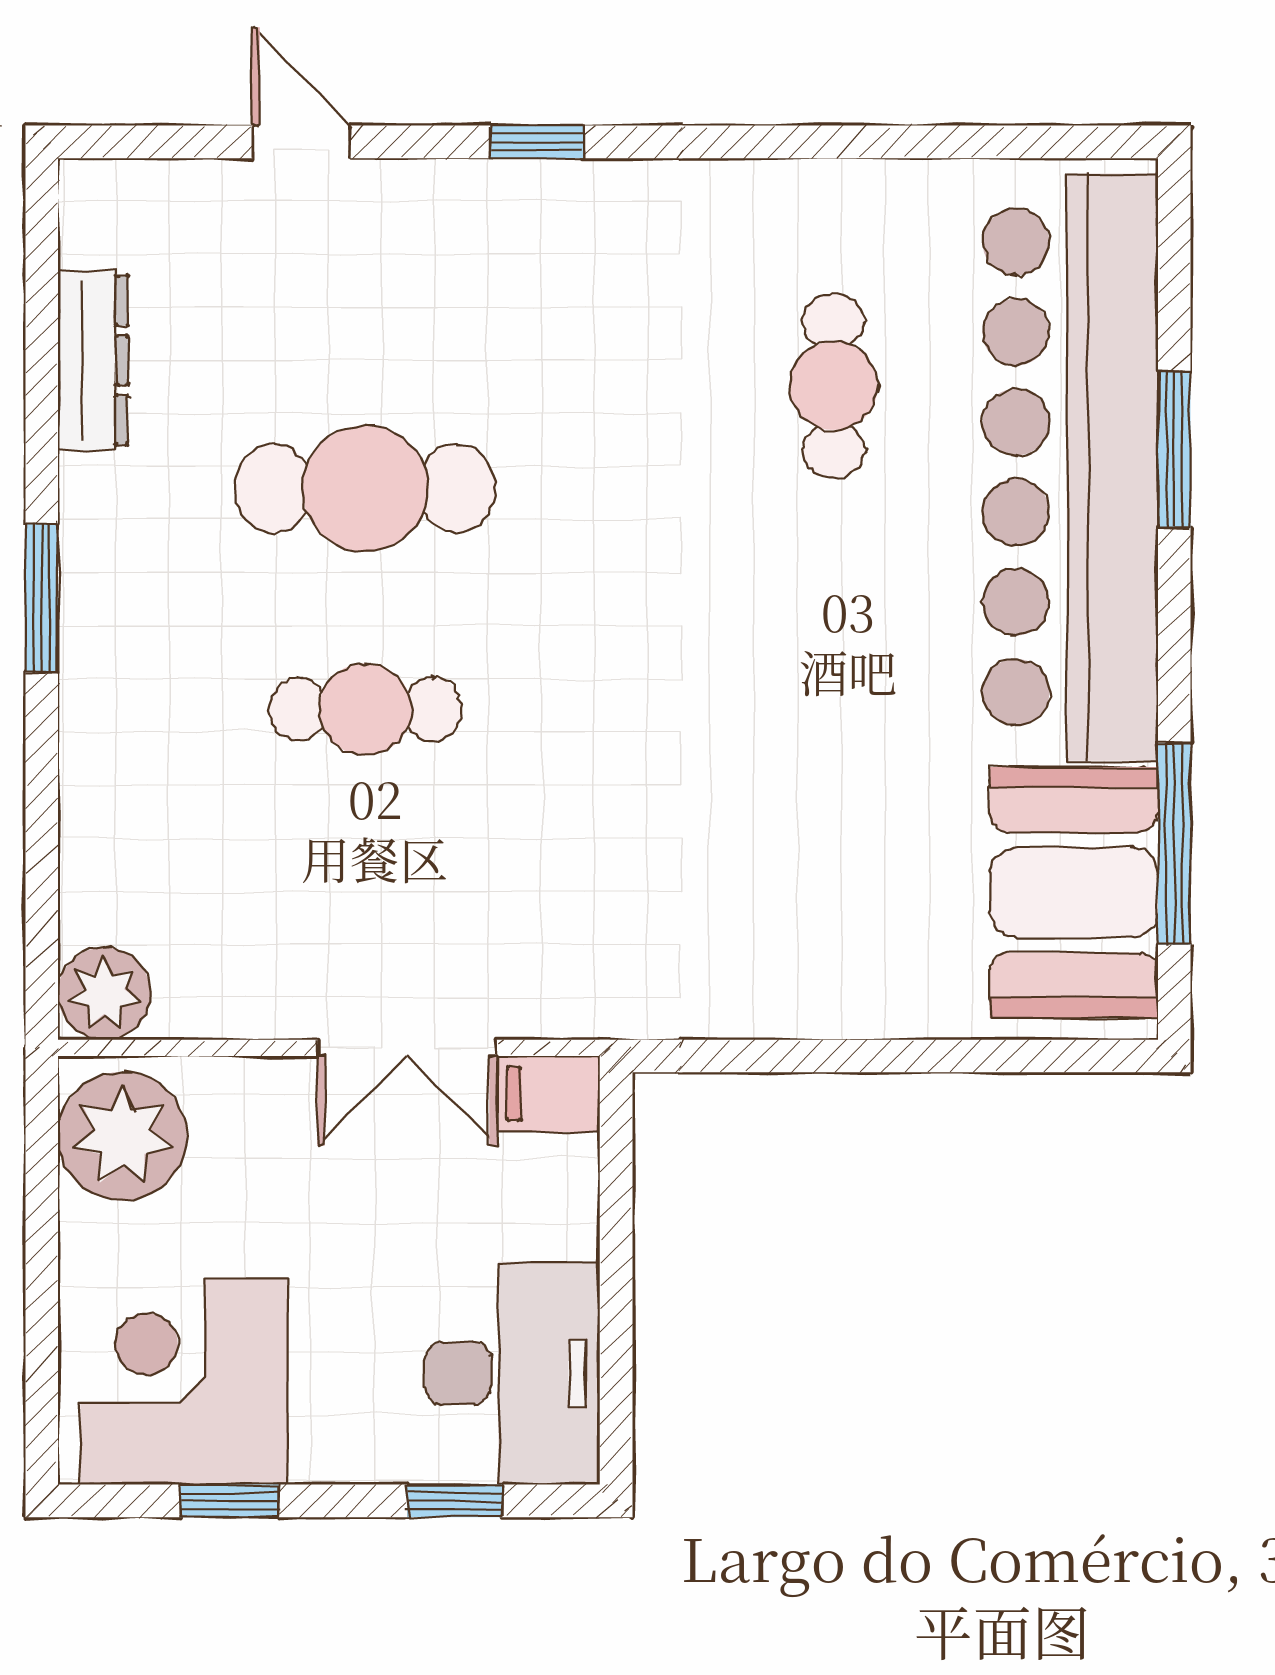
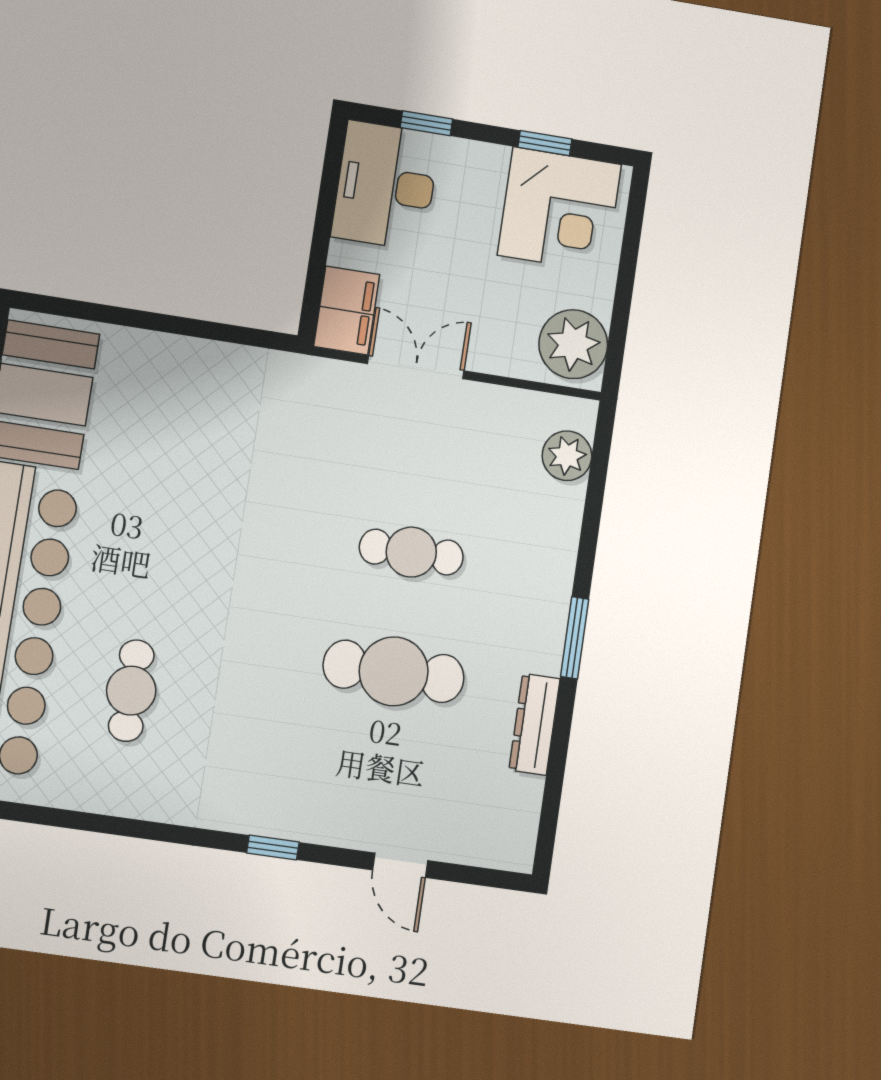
dresser: (93, 360) -> (534, 724), moved
plant: (104, 994) -> (567, 456), moved
filing cabinet: (549, 1094) -> (347, 311), width x2.00

